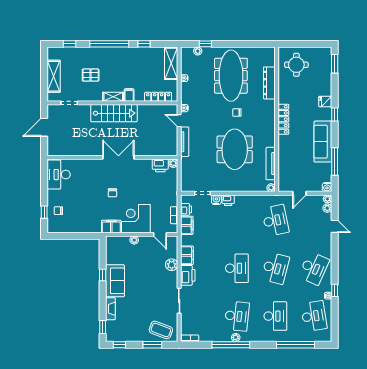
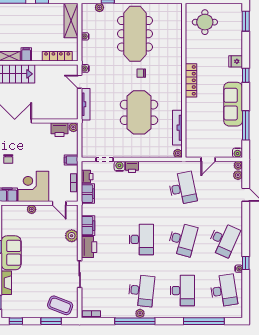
dresser: (269, 83) -> (176, 42), removed
filing cabinet: (171, 194) -> (71, 160), added

